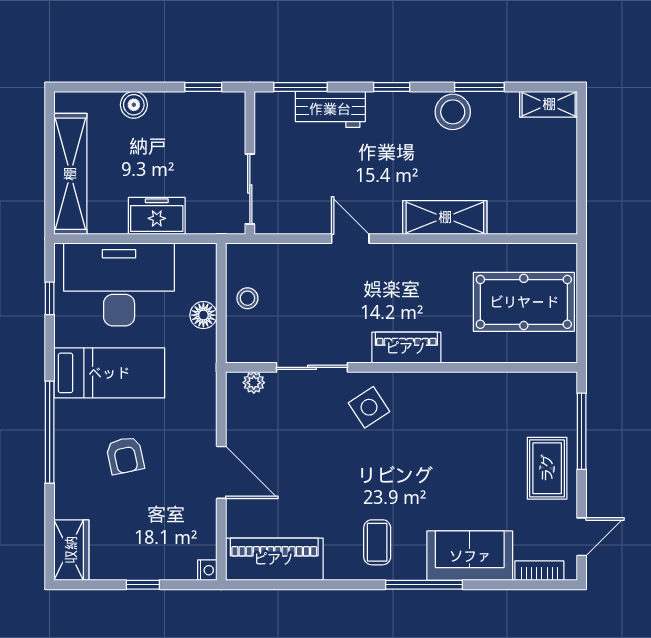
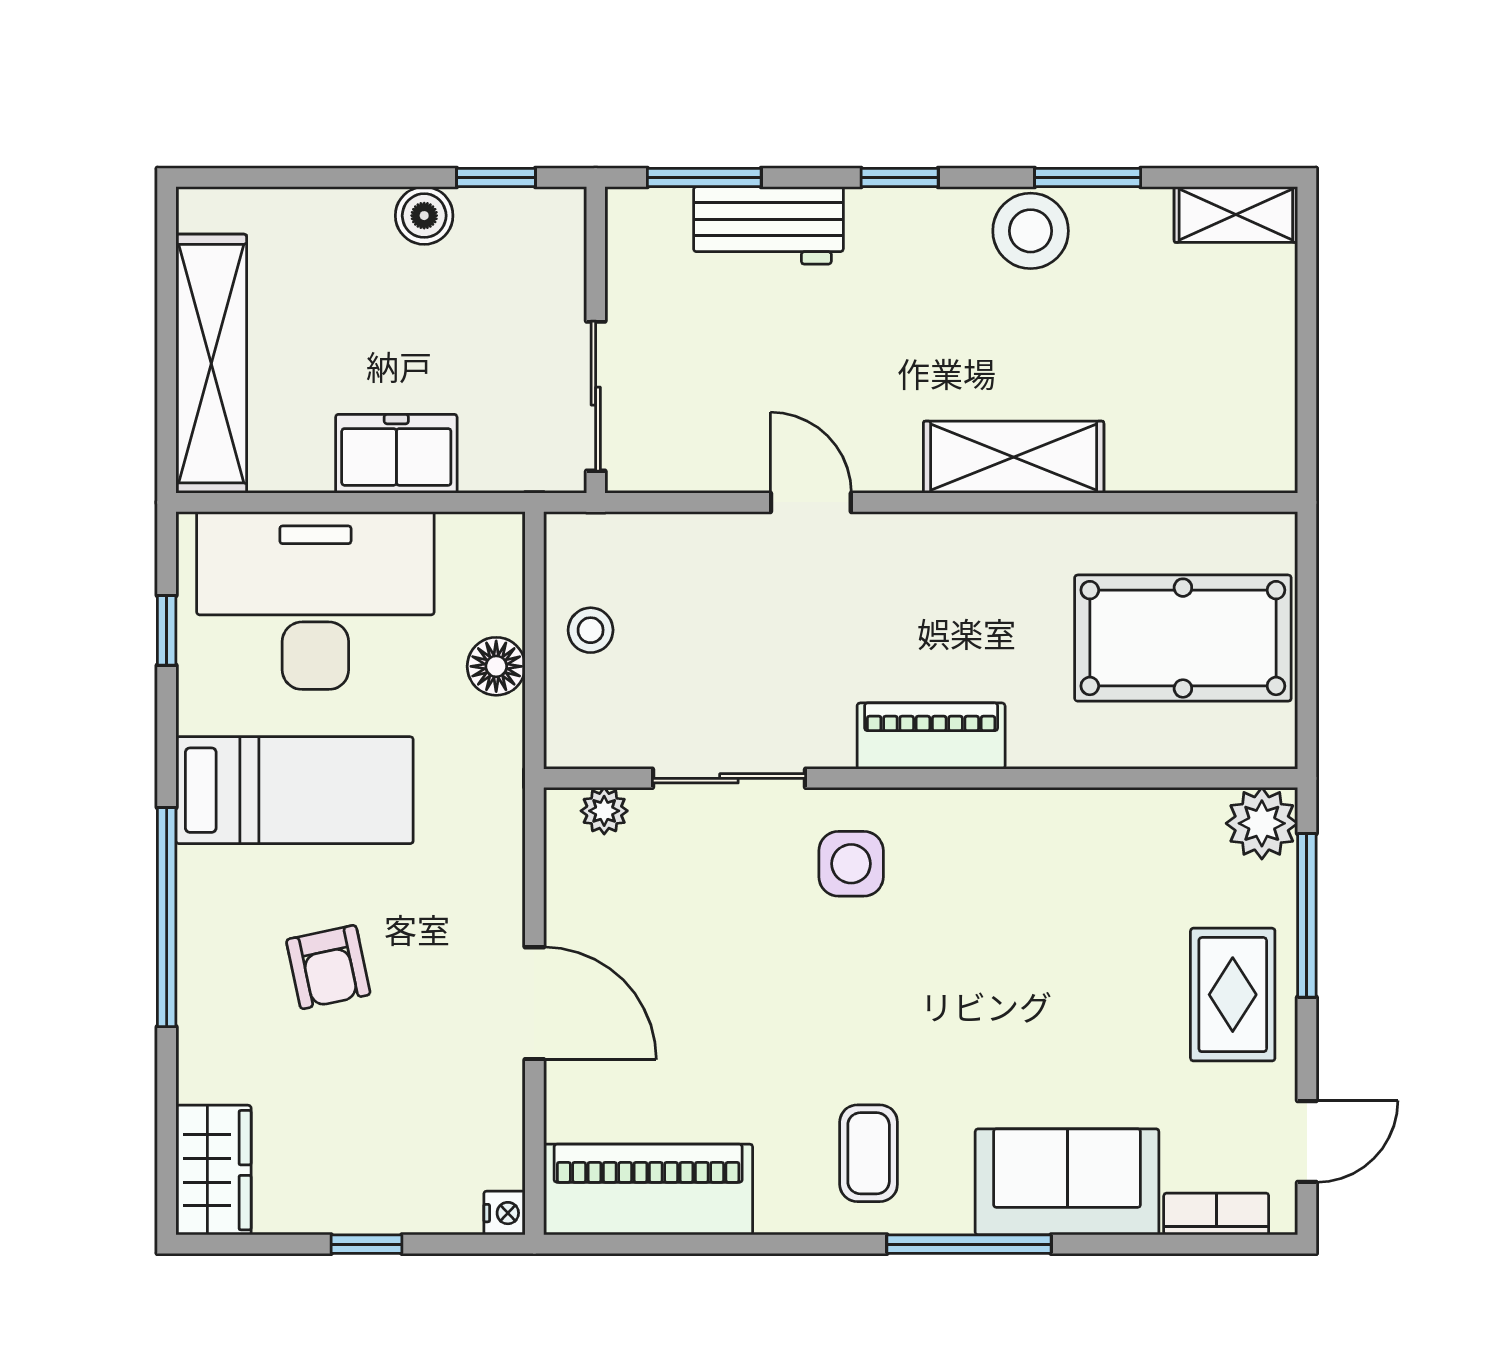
boiler: (134, 105) -> (424, 216), moved
plant: (561, 388) -> (1262, 823), added
side table: (369, 407) -> (851, 864), turned 33

